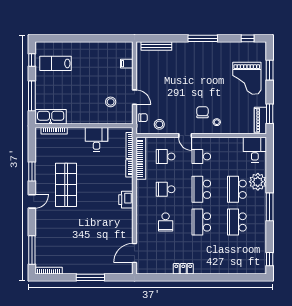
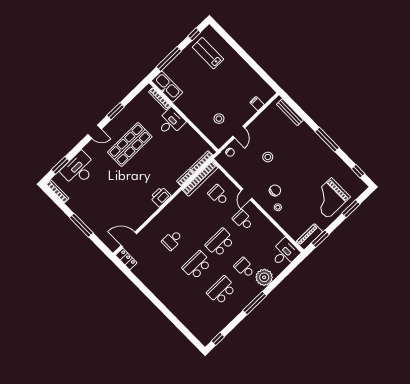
stool: (159, 124) -> (268, 157), moved
desk: (97, 139) -> (171, 122), moved
school desk: (166, 189) -> (195, 218), removed
school desk: (237, 189) -> (244, 268), width x0.54
desk: (48, 239) -> (79, 169), added
window: (32, 250) -> (60, 165), width x0.69
locker: (183, 269) -> (126, 259), moved

